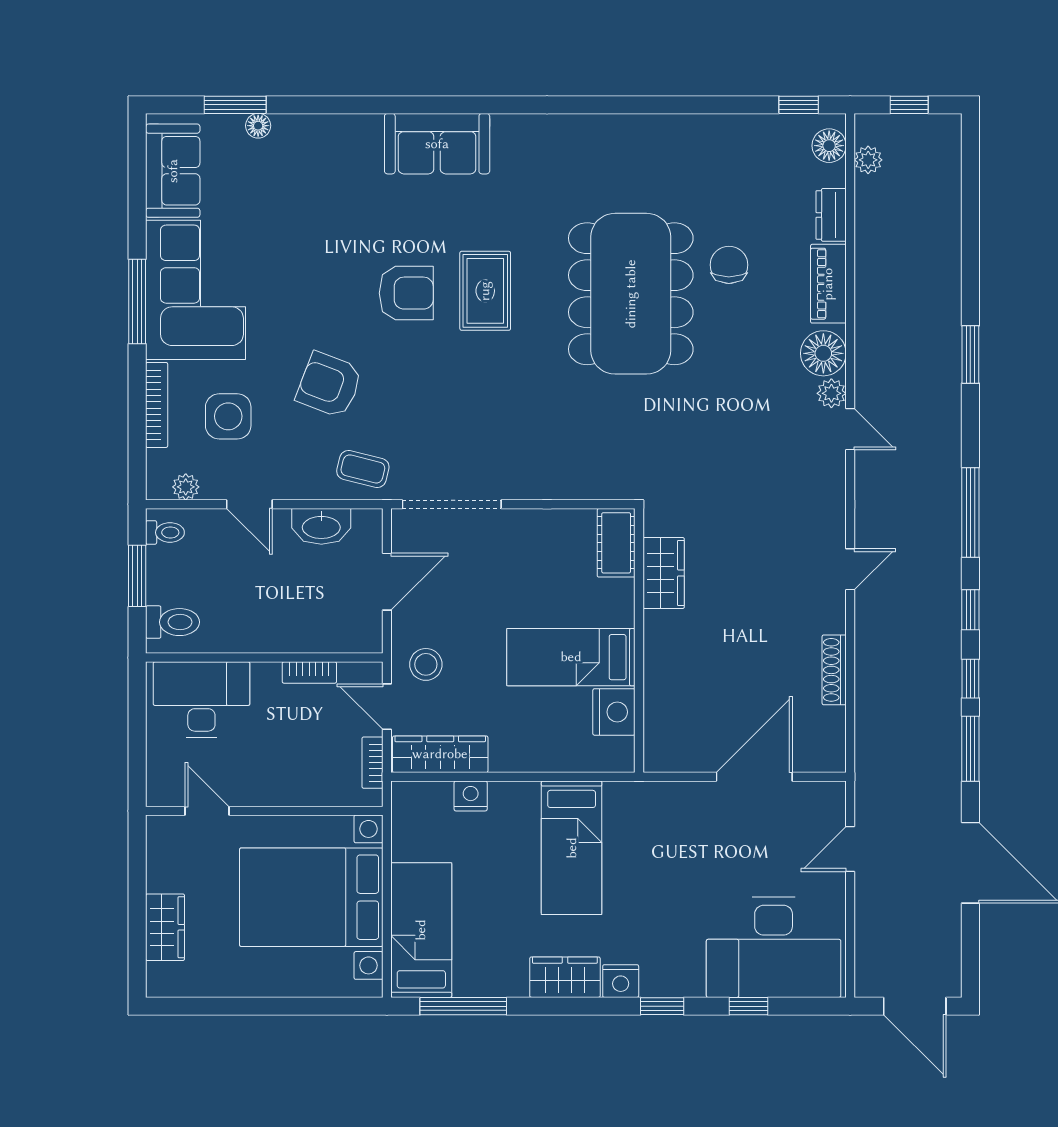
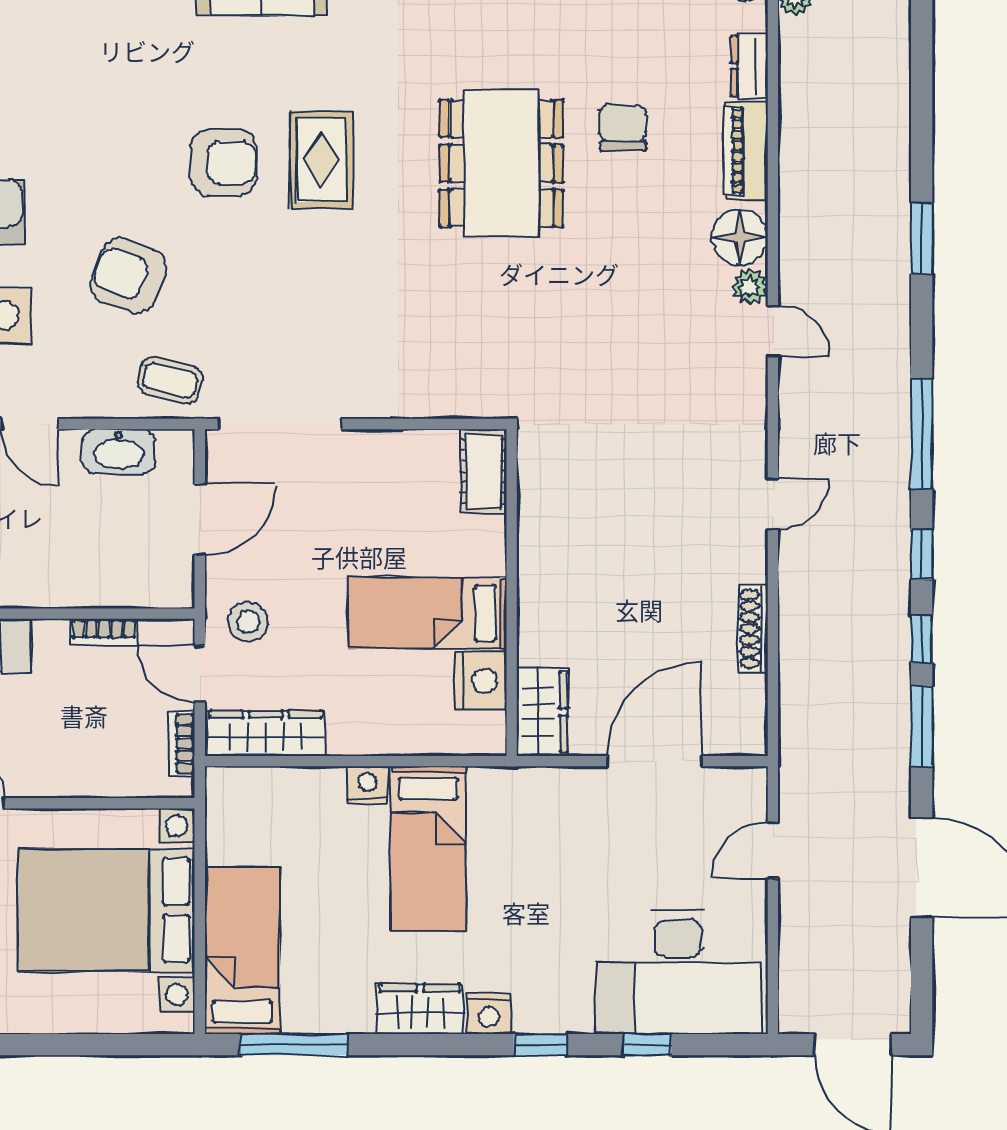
dining table: (631, 294) -> (501, 163), width x0.73, depth x0.80
wardrobe: (664, 573) -> (542, 712), moved
nightstand: (471, 796) -> (367, 785), moved

